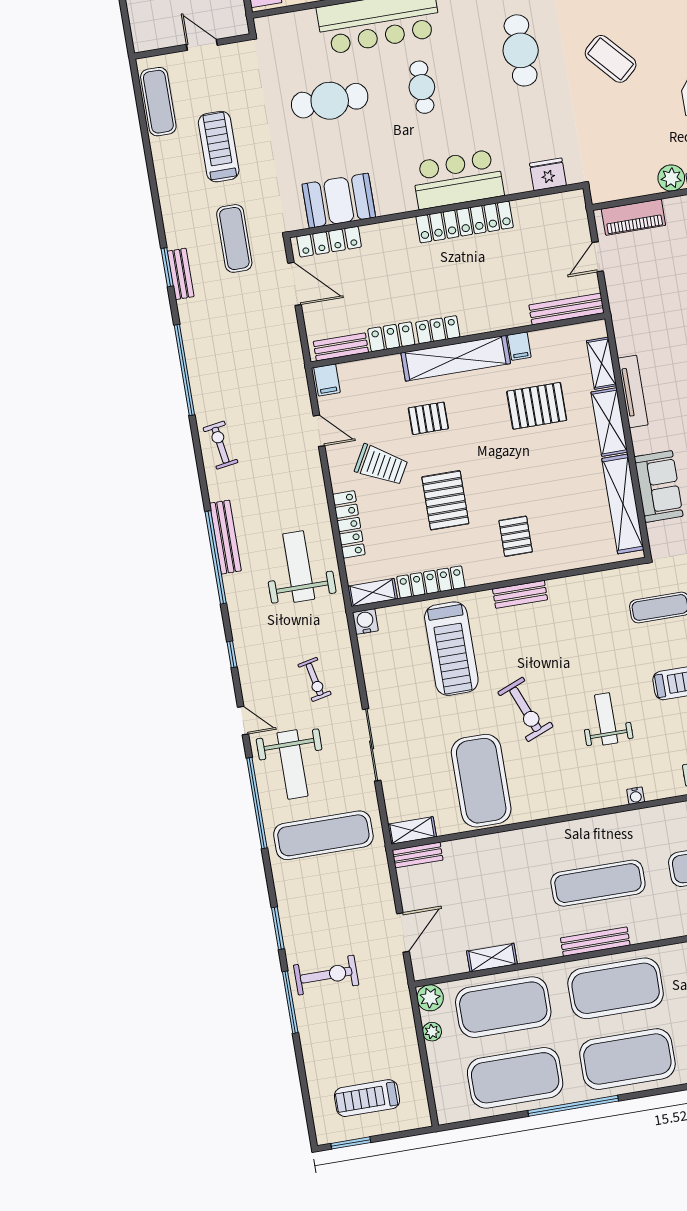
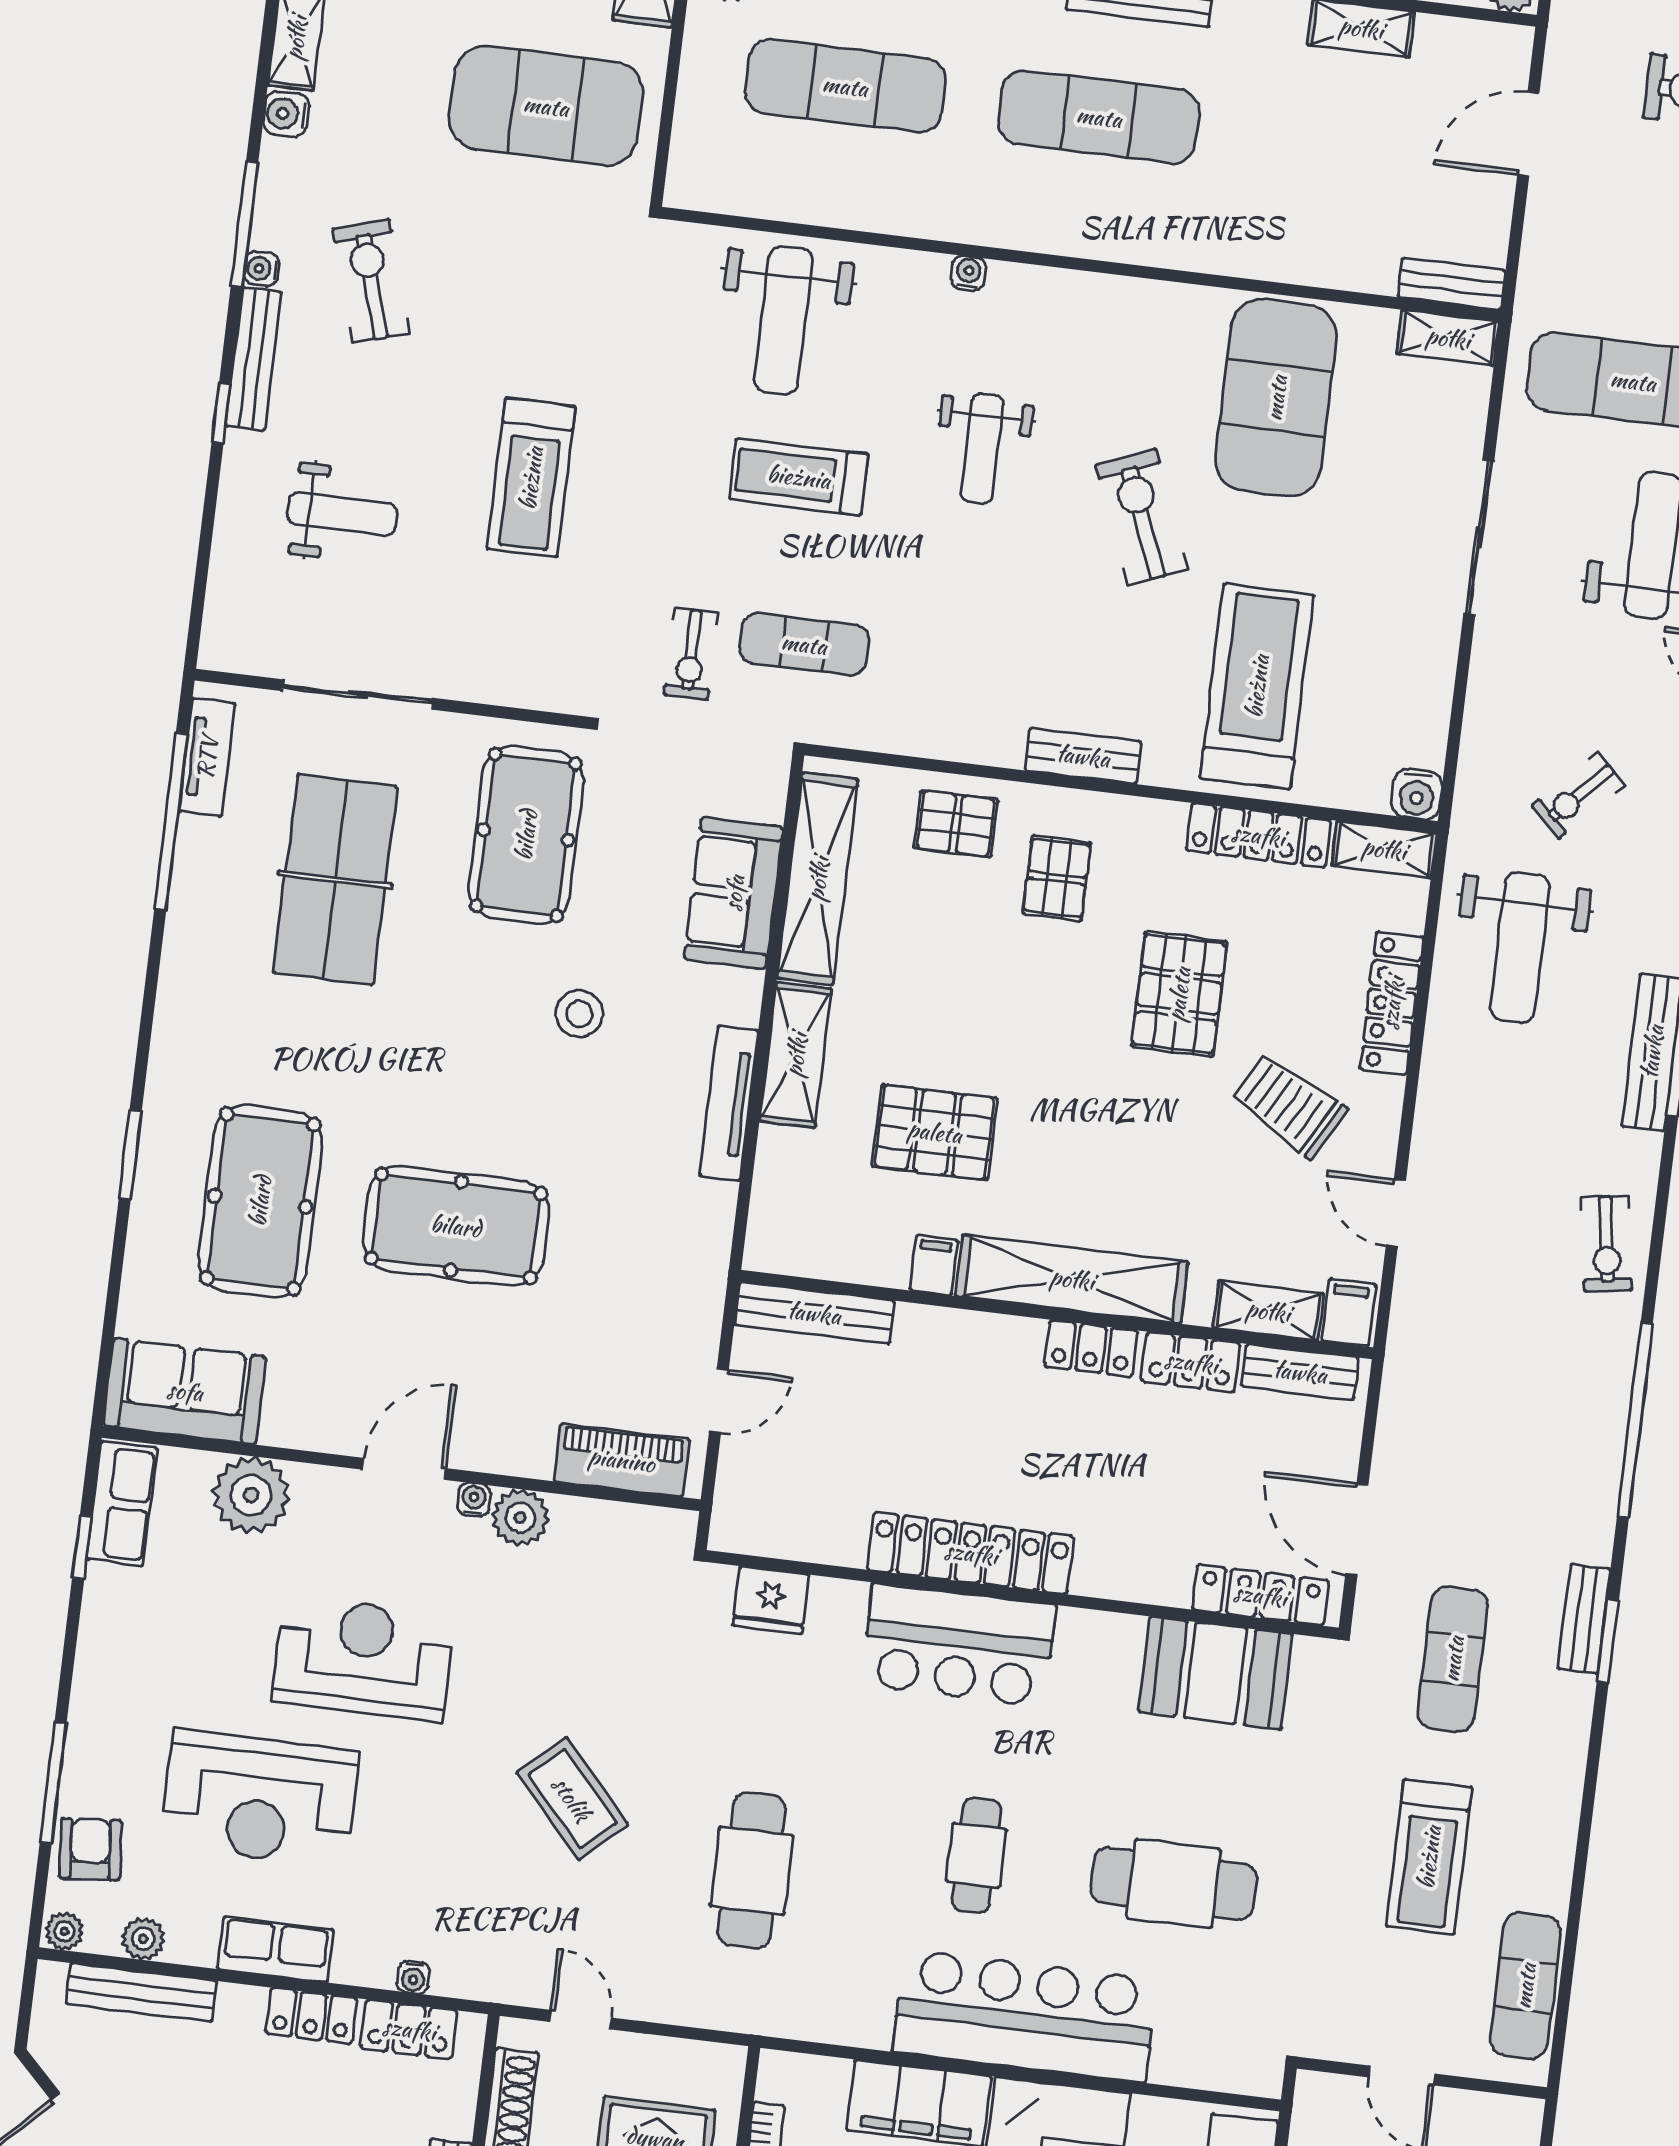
shelving: (601, 363) -> (1268, 1311), moved, turned 90
pallet: (428, 418) -> (956, 824), moved
exercise bike: (315, 679) -> (1578, 795), moved, turned -124

